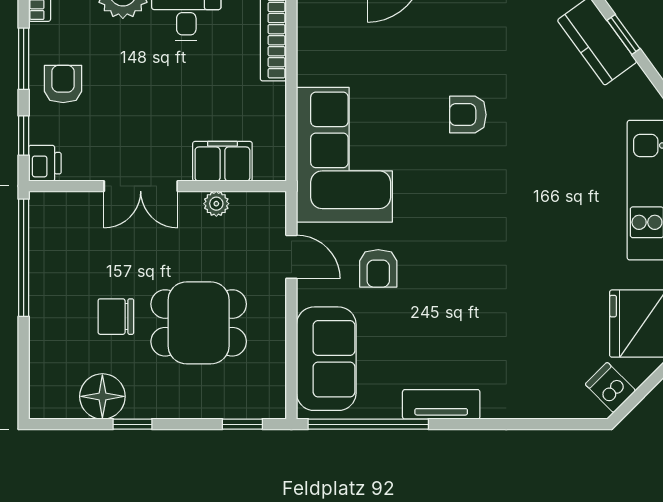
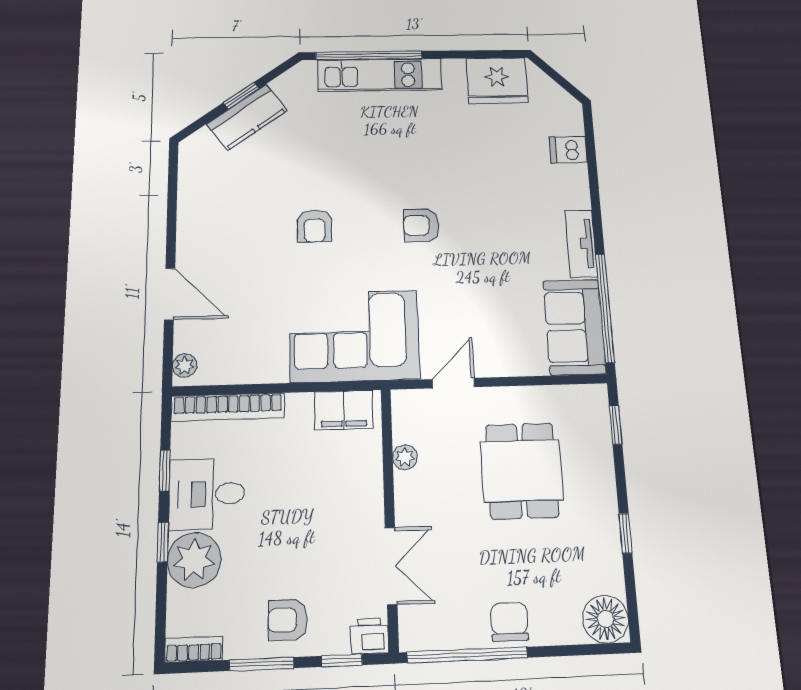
filing cabinet: (222, 161) -> (344, 410), moved, turned -90
double door: (141, 186) -> (391, 566), moved
armchair: (378, 268) -> (421, 225), moved, turned 180
chair: (116, 317) -> (509, 622), moved, turned 180
sofa: (326, 359) -> (574, 327), moved, turned -90
dishwasher: (610, 387) -> (568, 150), moved, turned 45
floor lamp: (102, 396) -> (606, 619), moved

